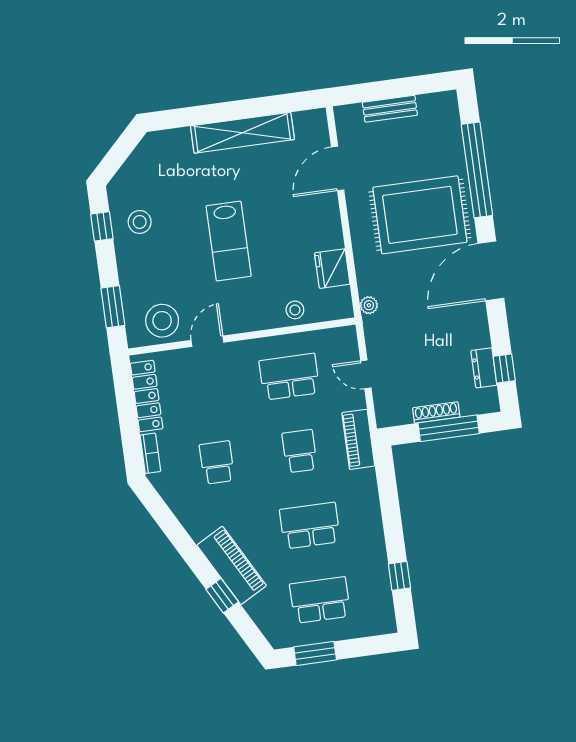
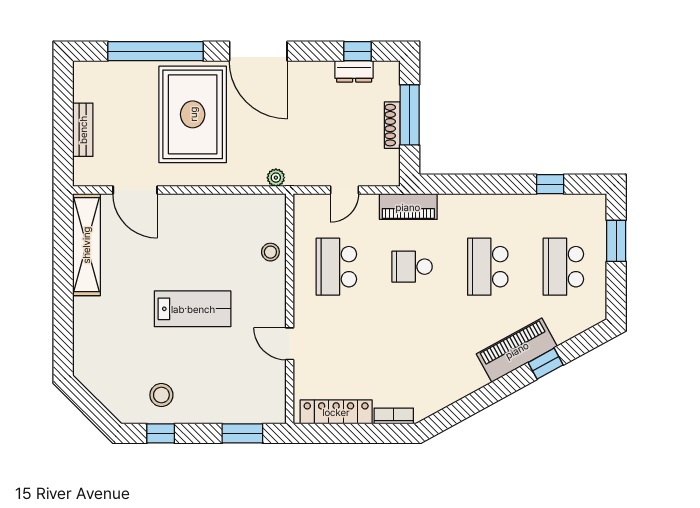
shelving: (242, 133) -> (86, 245), moved
fridge: (332, 269) -> (234, 209), removed
stool: (162, 321) -> (263, 386), removed
school desk: (217, 462) -> (412, 351), removed
window: (315, 653) -> (616, 241), moved

